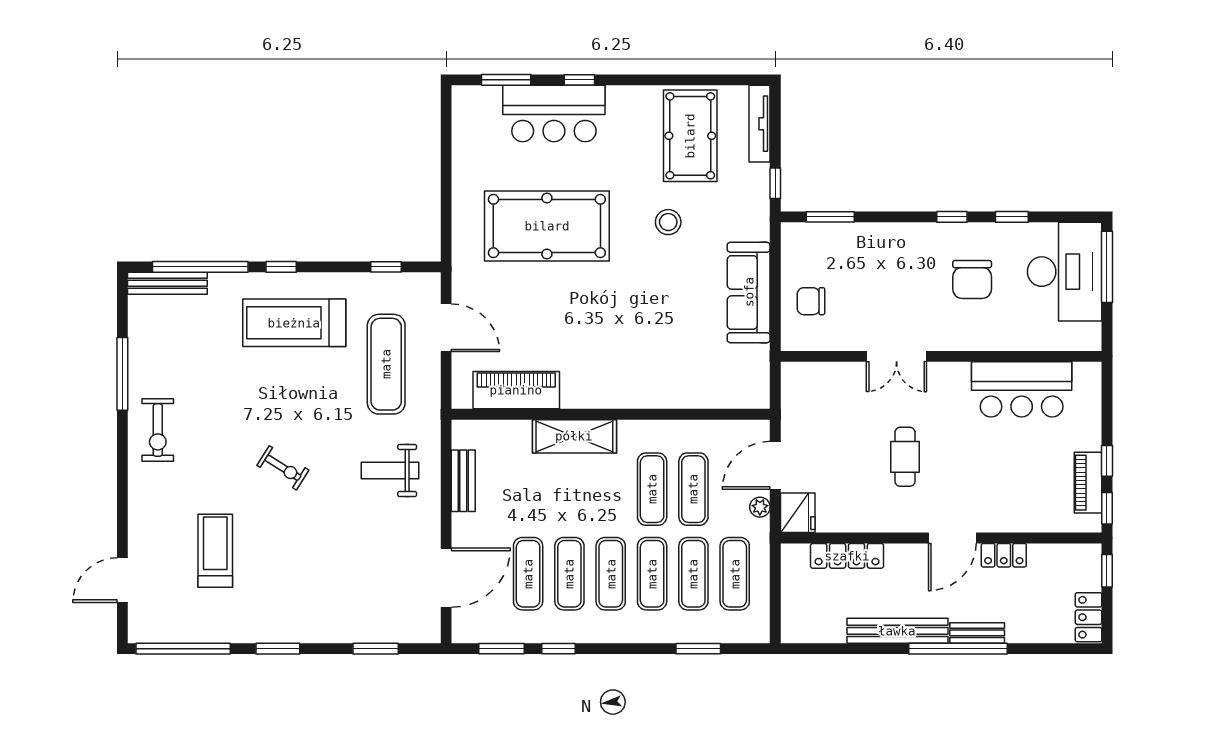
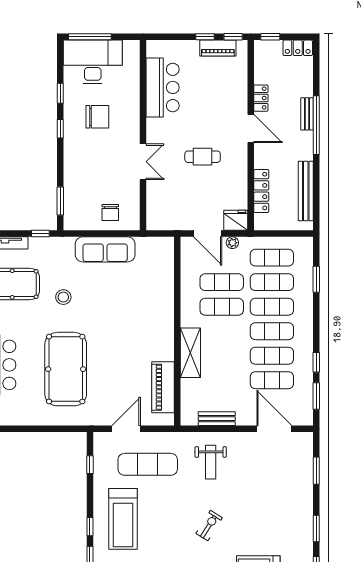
bench: (897, 631) -> (306, 191), moved

